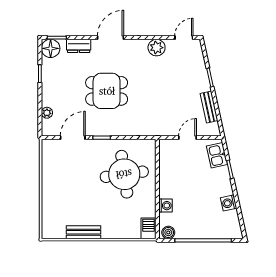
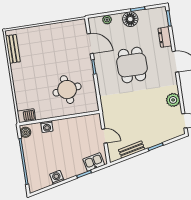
floor lamp: (51, 48) -> (130, 19), moved
round table: (124, 174) -> (67, 90), width x0.73, depth x0.73
bench: (83, 232) -> (13, 49), moved

